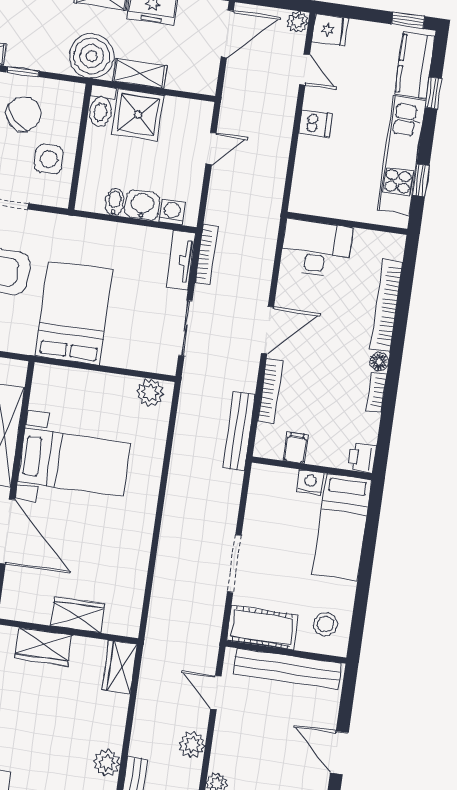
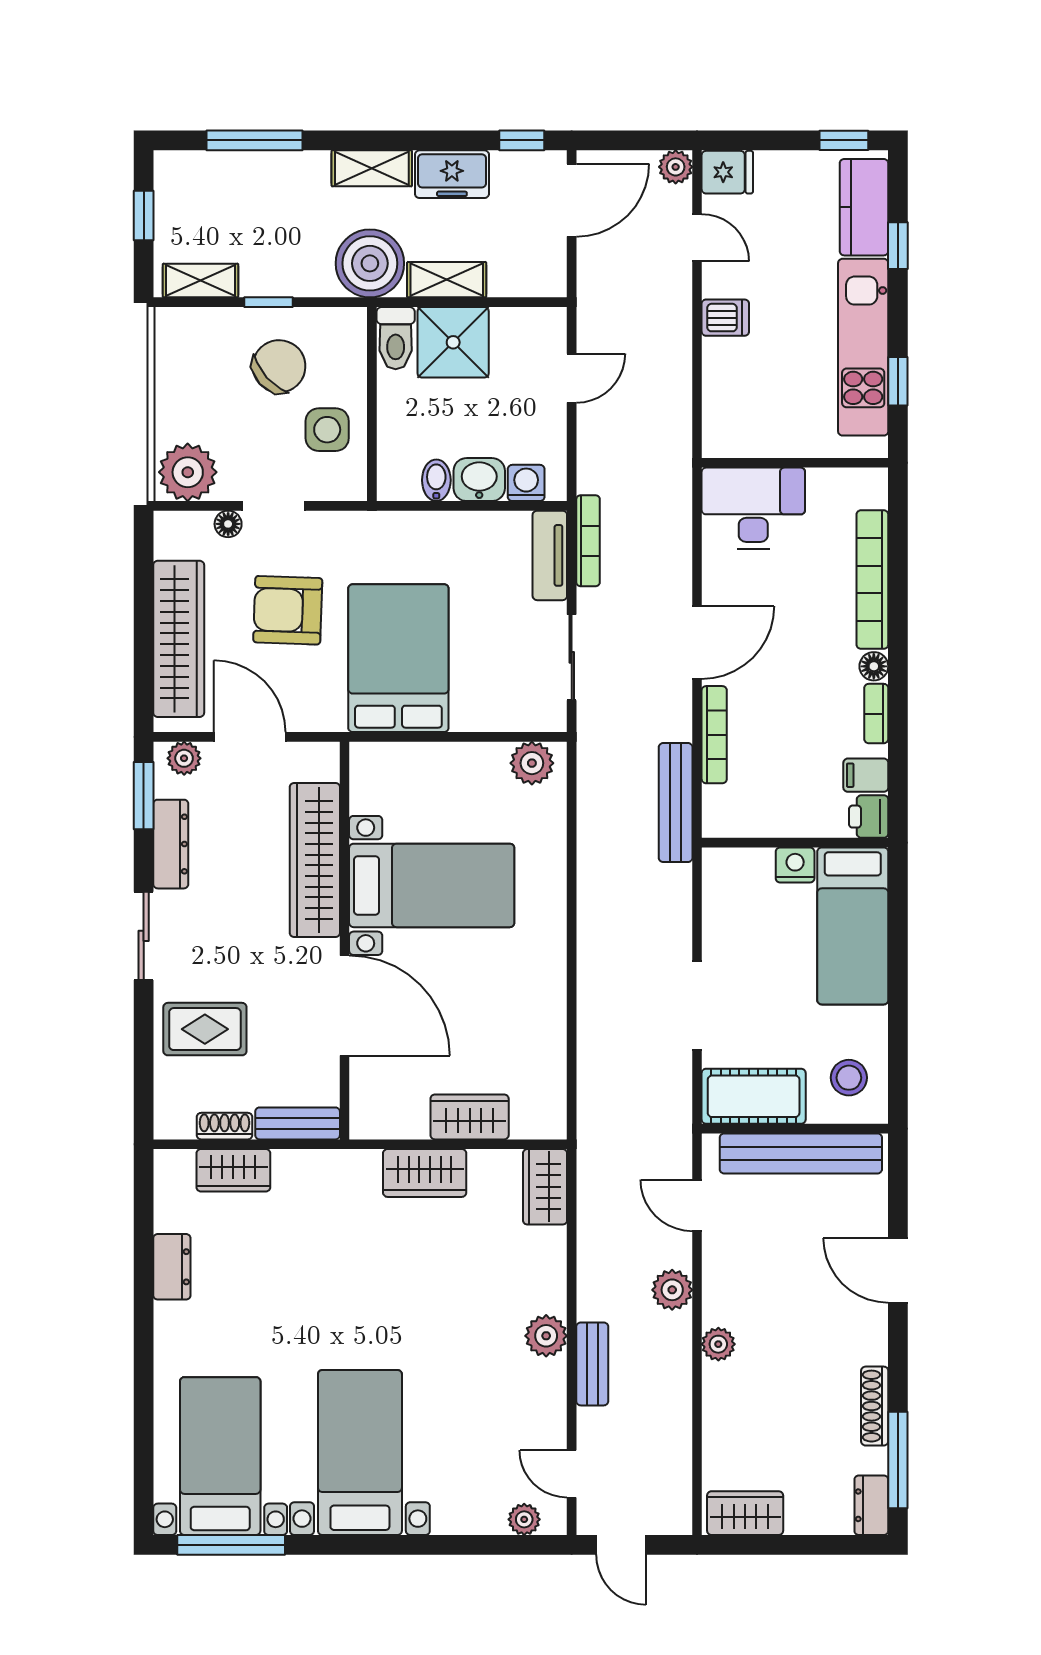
filing cabinet: (296, 448) -> (866, 775), moved, turned -90

